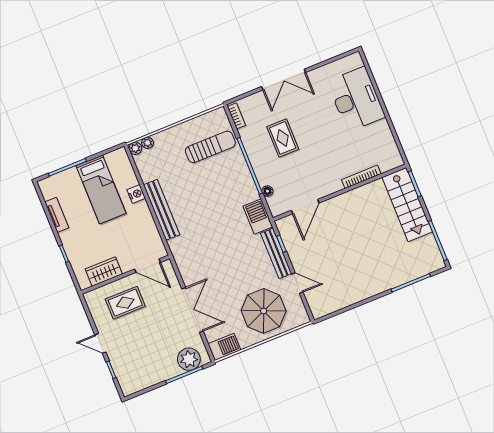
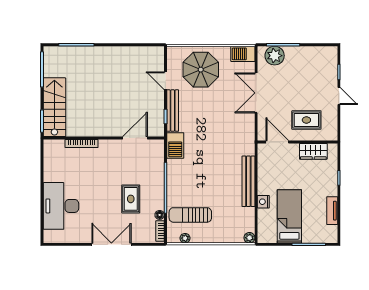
plant: (148, 143) -> (185, 238), moved
floor lamp: (267, 191) -> (160, 215), moved

